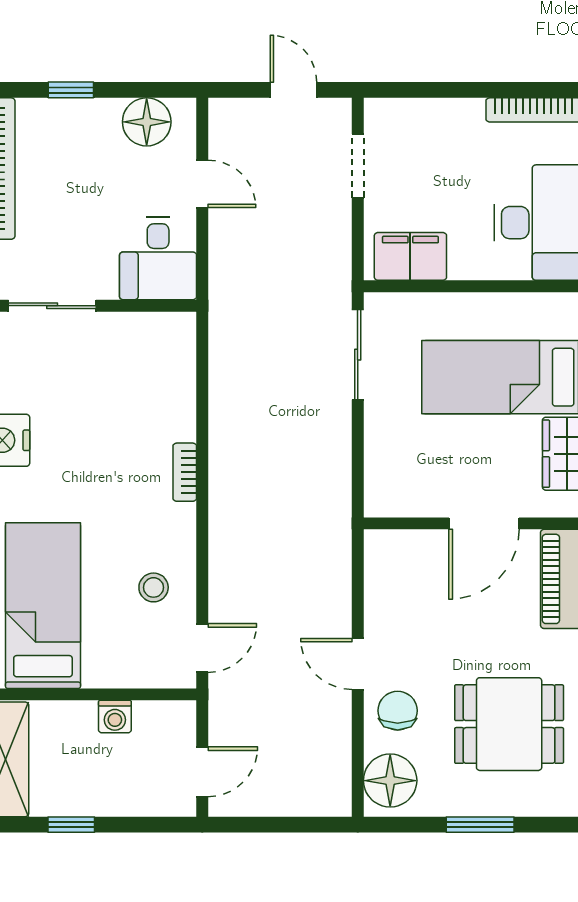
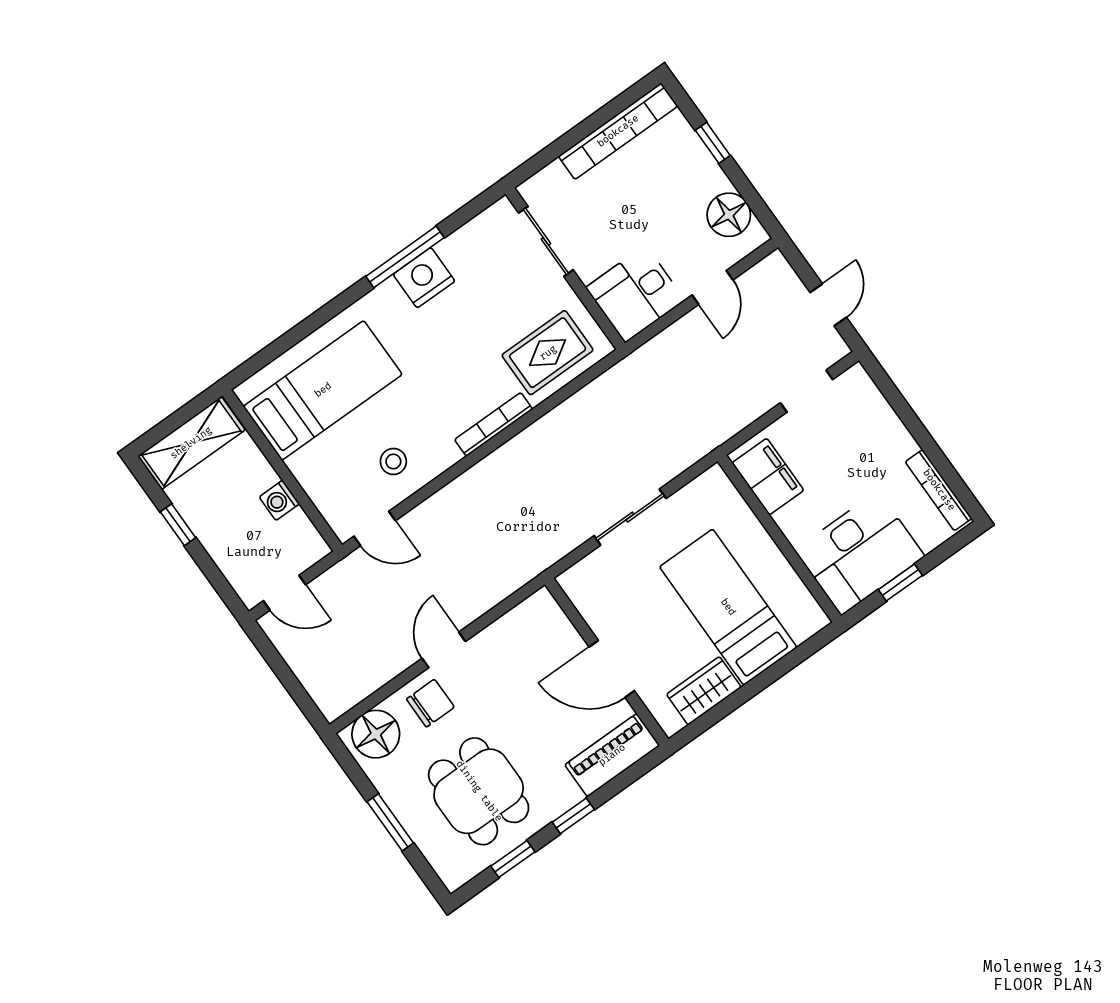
sliding door: (358, 355) -> (630, 517), moved
rug: (154, 376) -> (548, 353), added
bookcase: (185, 472) -> (494, 424), width x1.56

